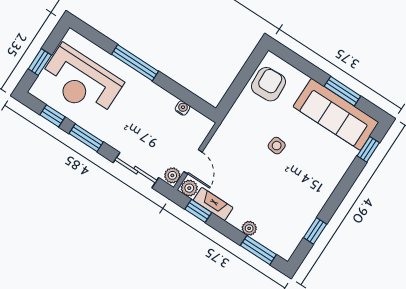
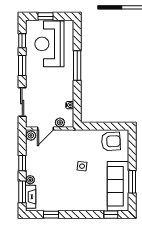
plant: (172, 175) -> (60, 122), moved
fireplace: (213, 204) -> (31, 197), moved
window: (198, 211) -> (22, 163), moved

